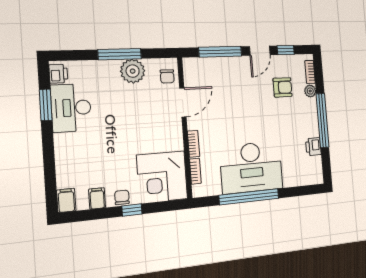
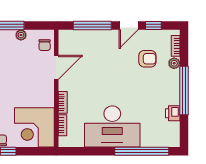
plant: (133, 71) -> (21, 35), width x0.53, depth x0.53
window: (249, 197) -> (142, 151), moved

